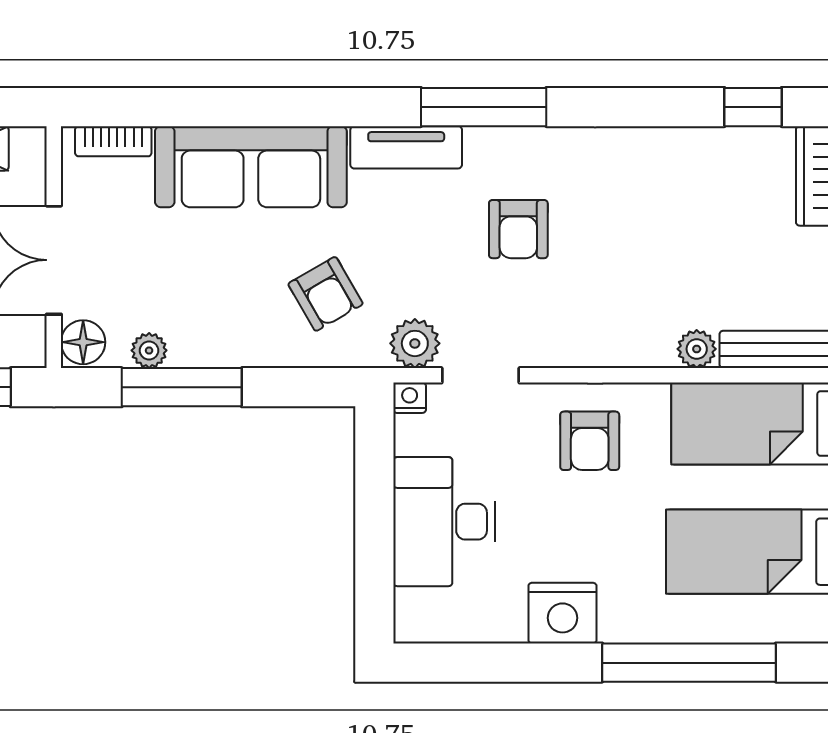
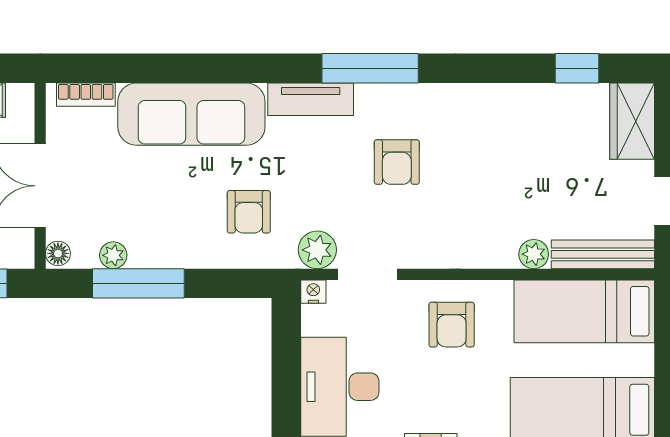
armchair: (326, 294) -> (249, 212), turned 30
floor lamp: (83, 342) -> (58, 253), width x0.73, depth x0.73

